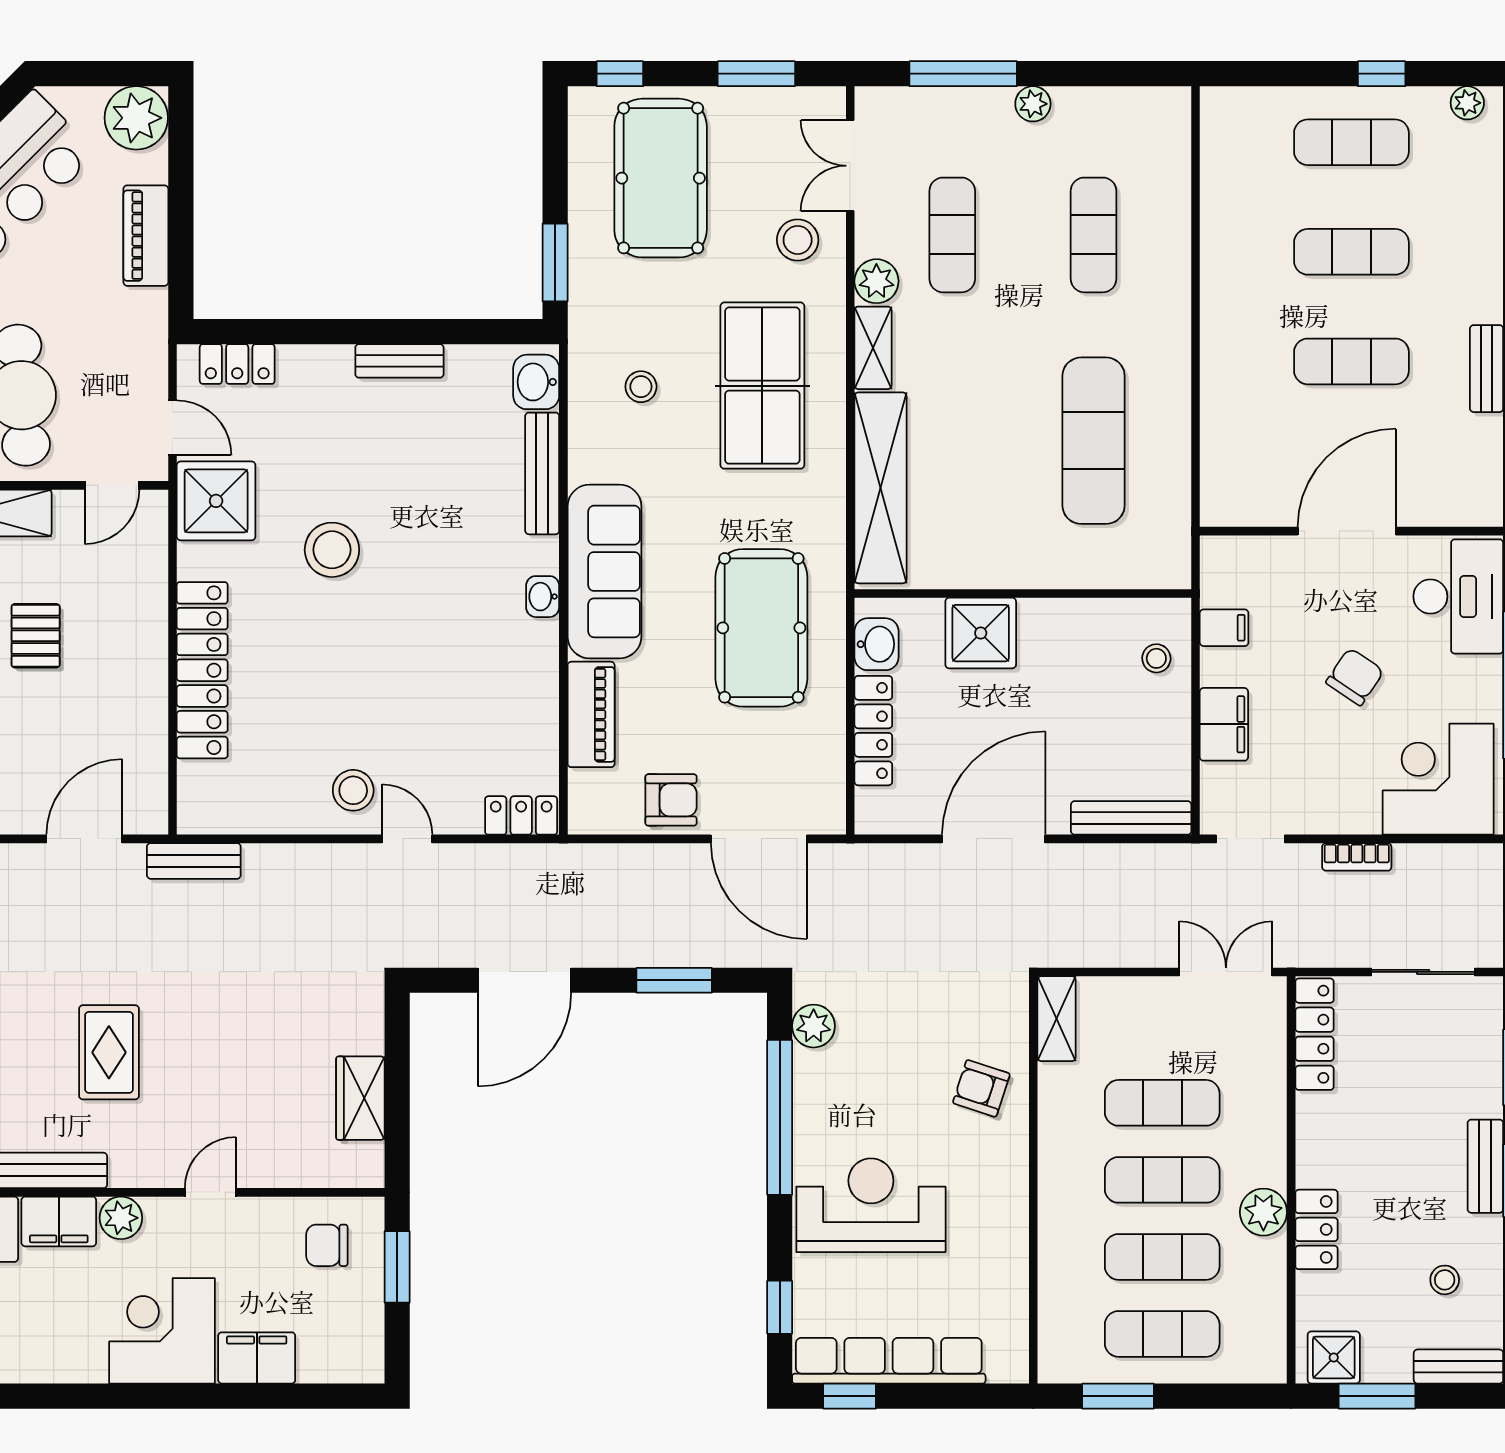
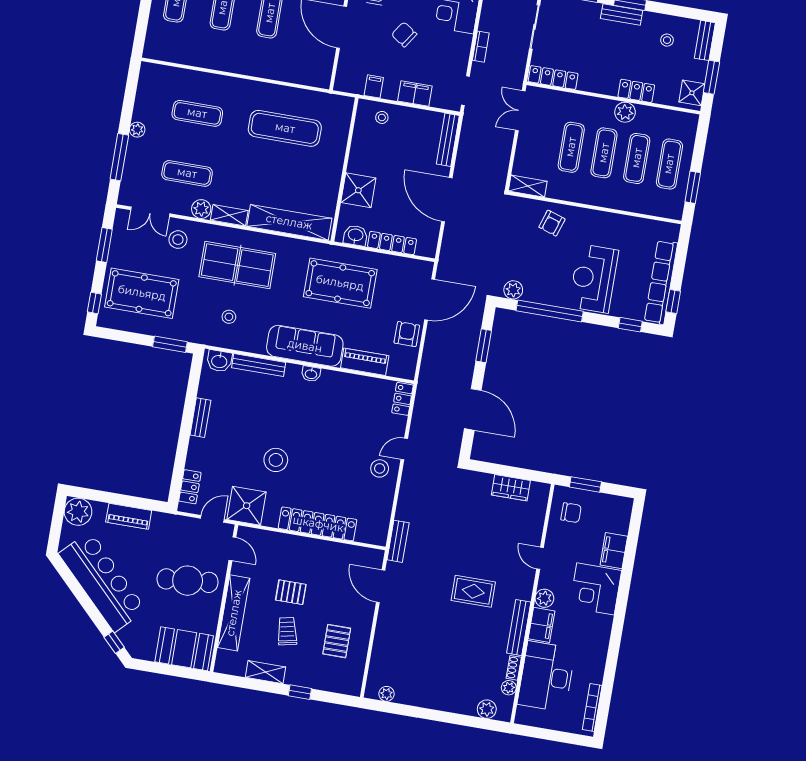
chair: (327, 1245) -> (571, 513), turned -90

